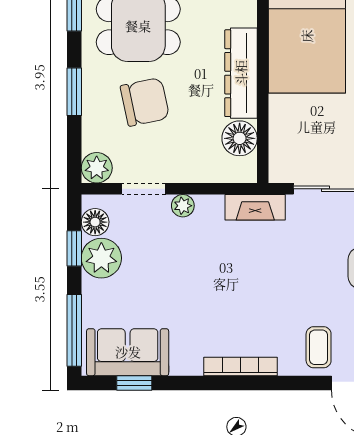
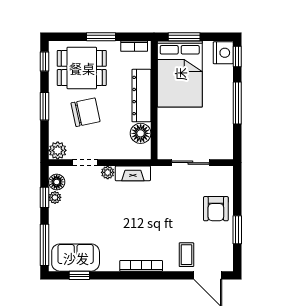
fireplace: (255, 207) -> (133, 173), moved
plant: (101, 258) -> (55, 197), width x0.53, depth x0.53

